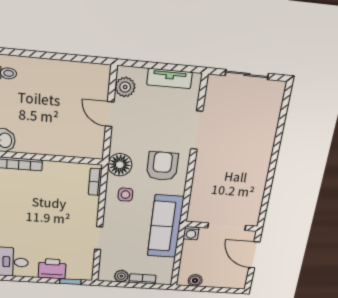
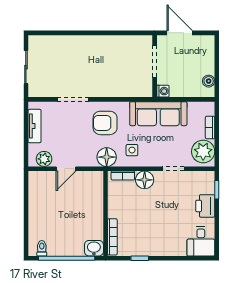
floor lamp: (88, 206) -> (145, 180), added
door: (254, 255) -> (180, 33), swing flipped
plant: (121, 276) -> (203, 152), width x1.87, depth x1.87

